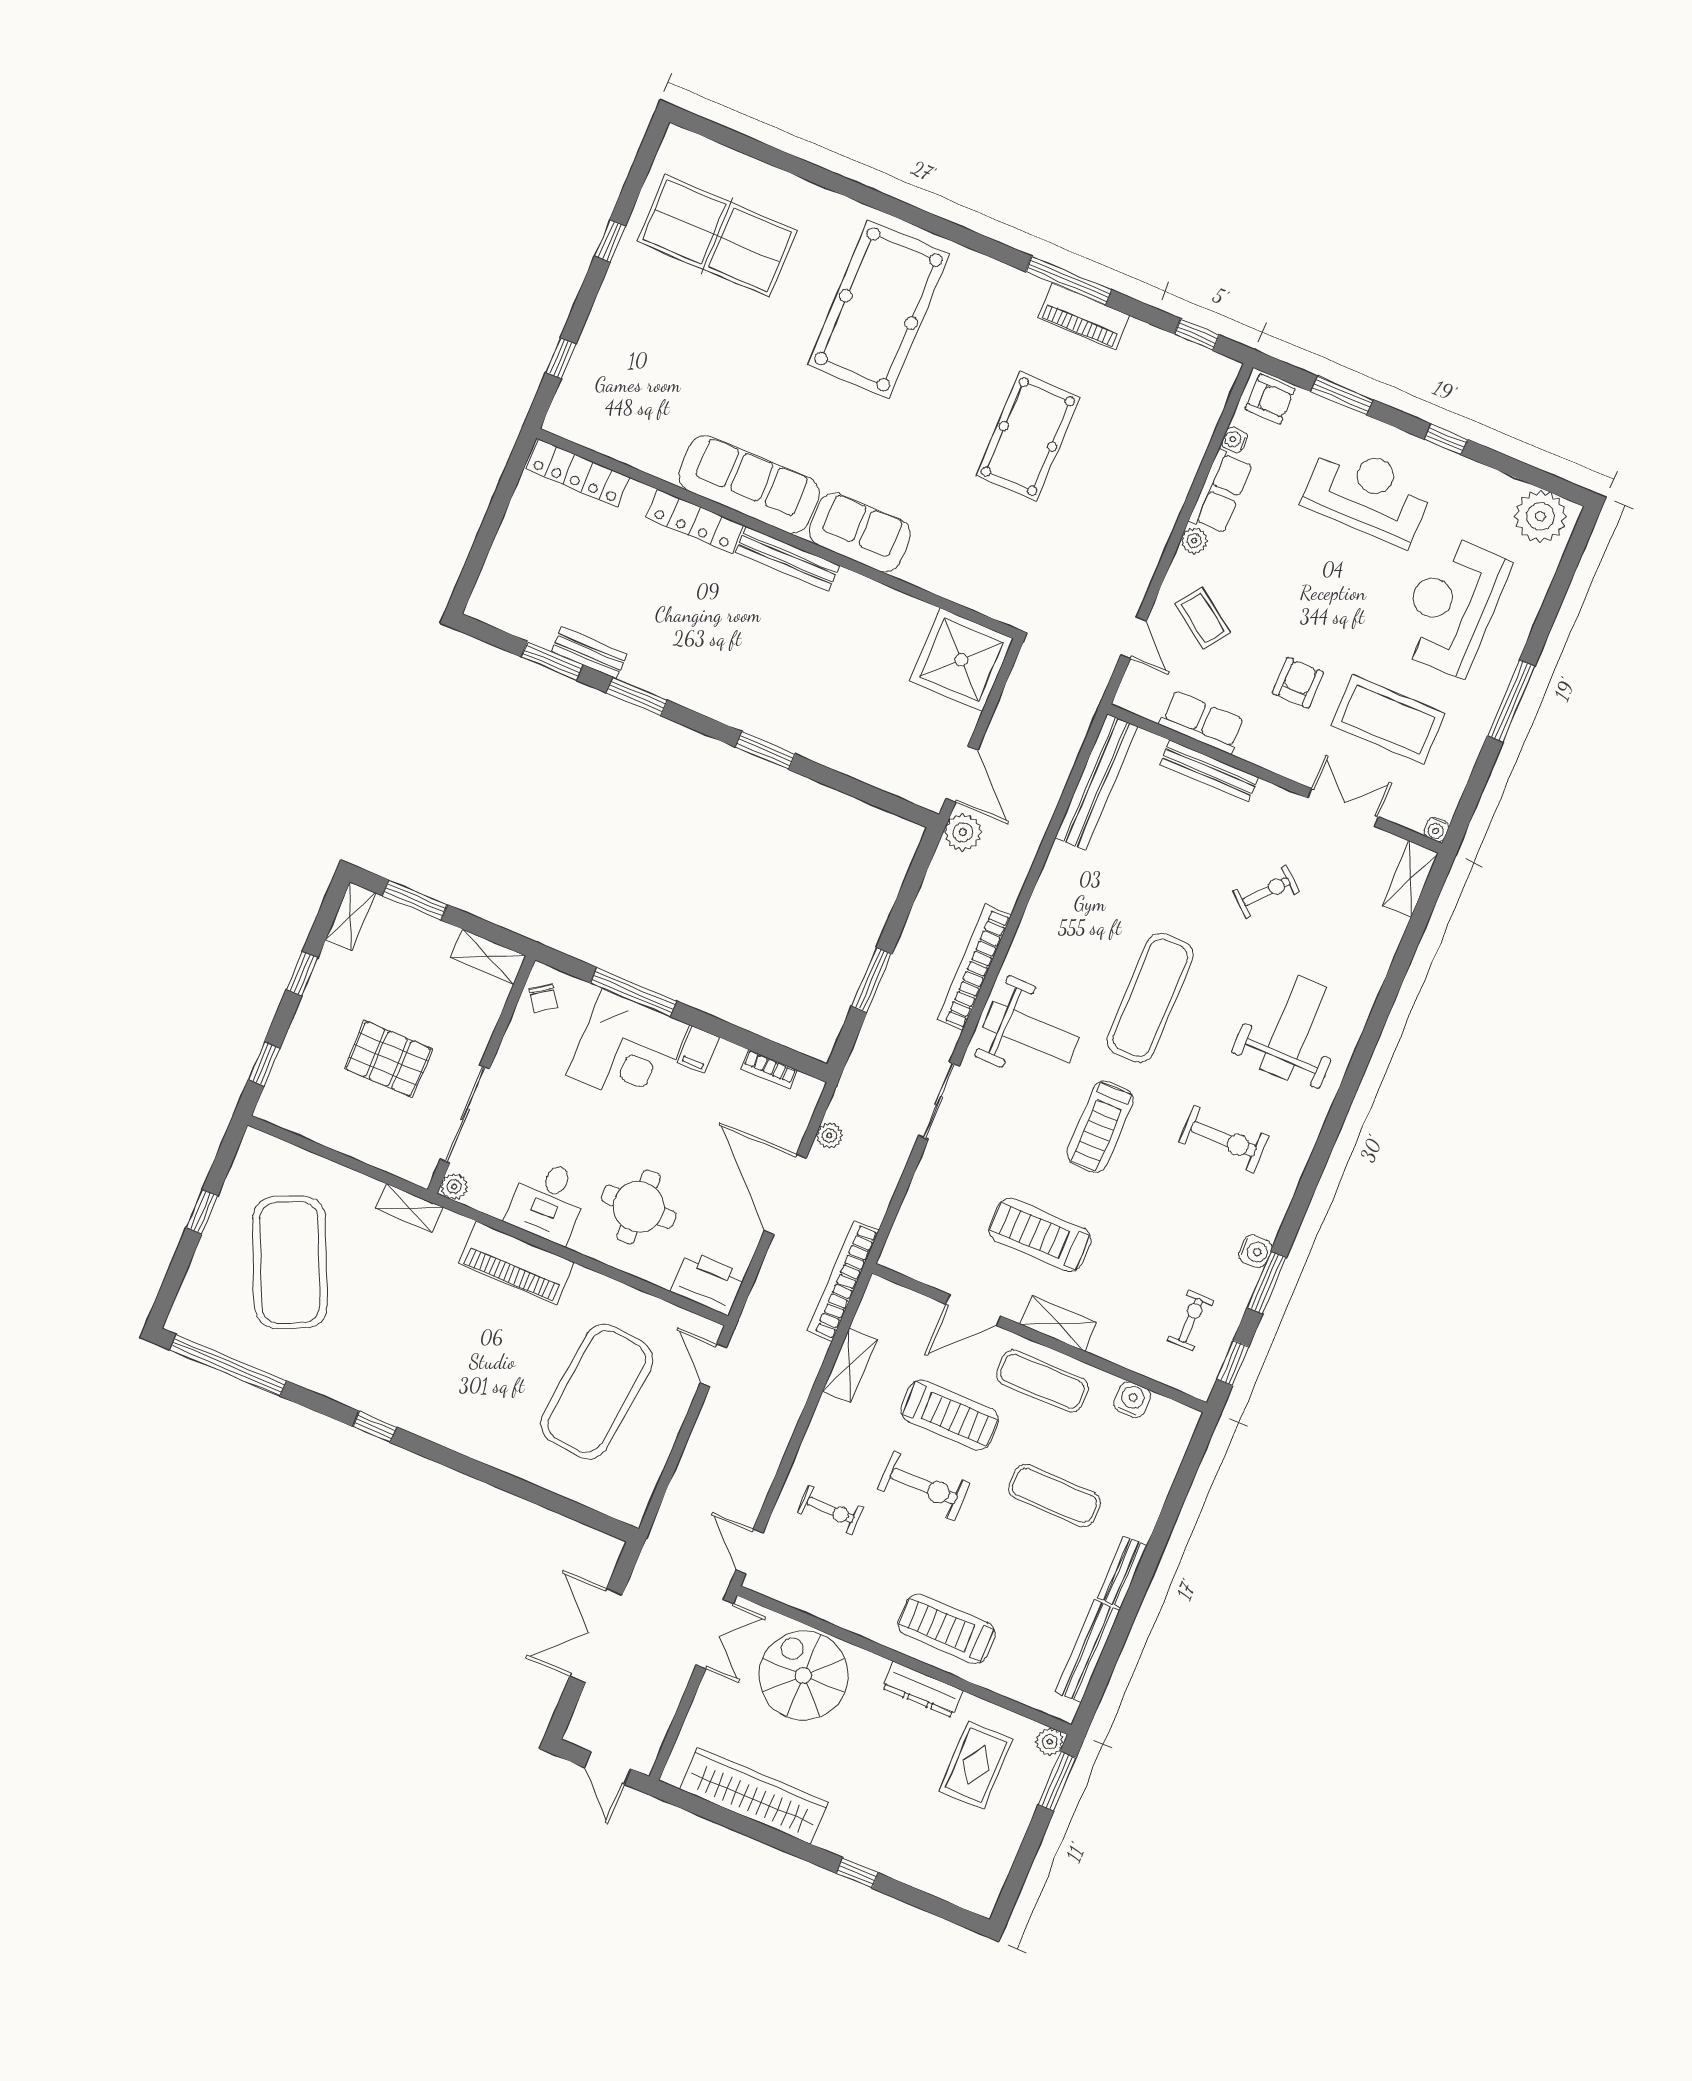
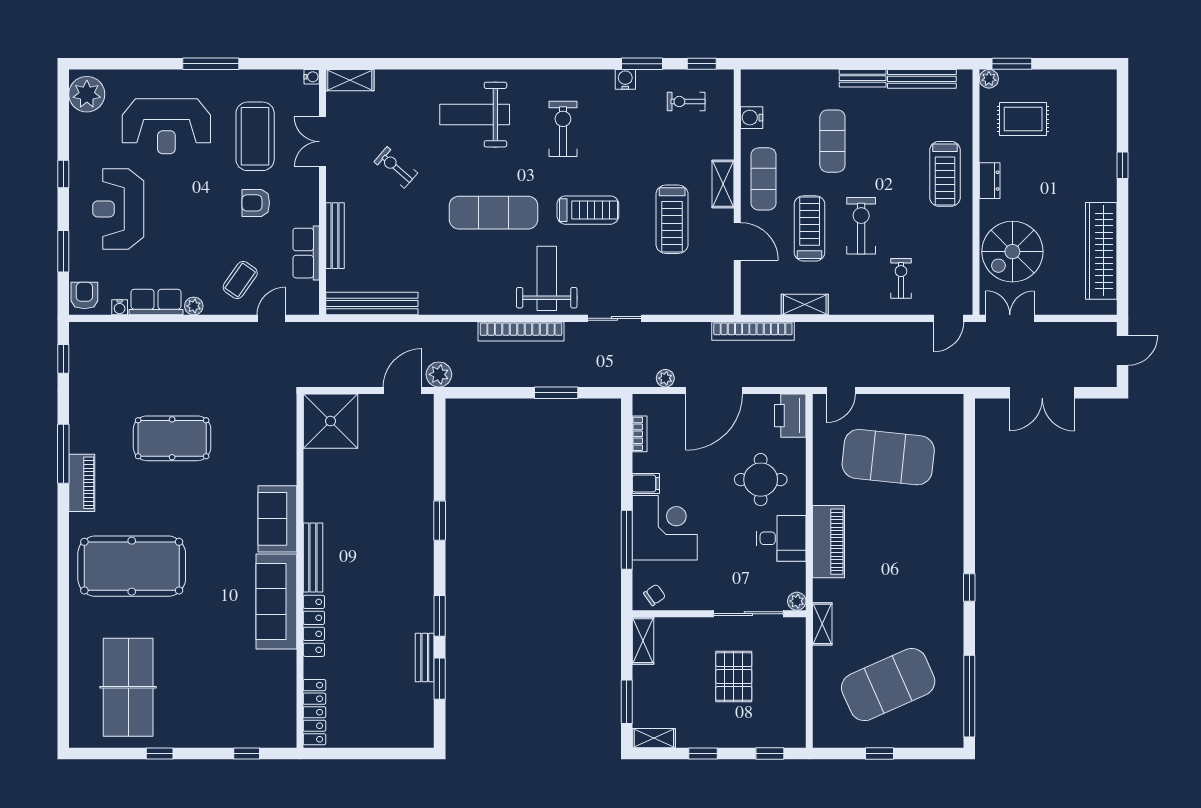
piano: (1084, 316) -> (82, 483), moved
dresser: (923, 1689) -> (990, 181), width x0.70

